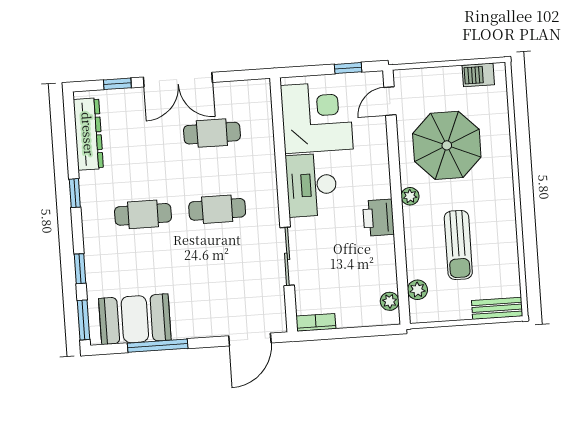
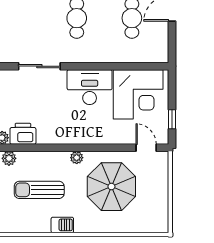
barbecue: (478, 75) -> (62, 225), moved, turned 90
printer: (378, 218) -> (23, 134), moved

